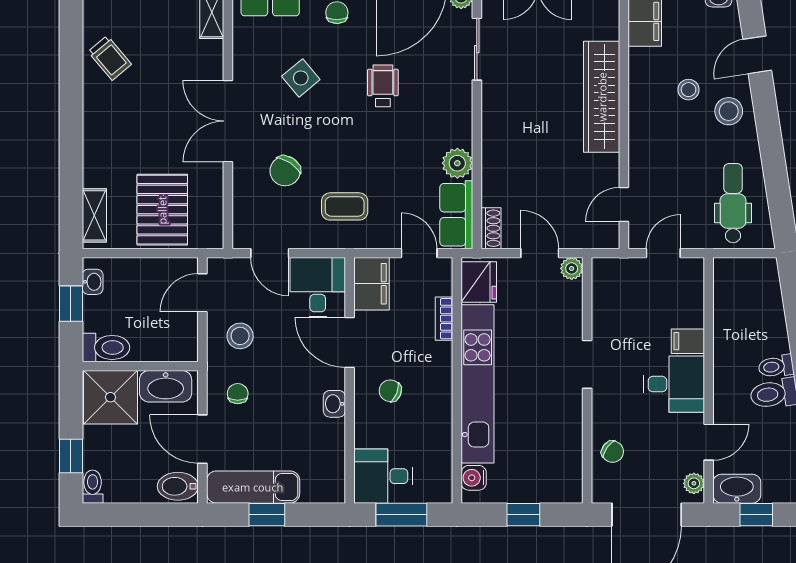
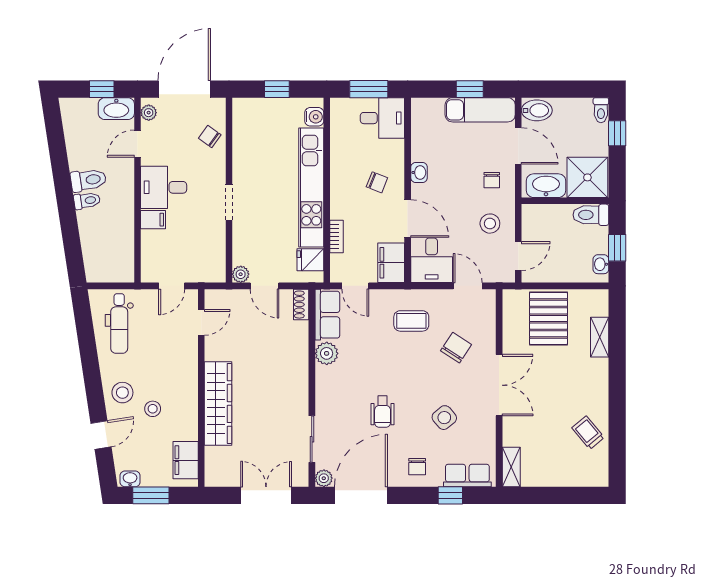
shelving: (94, 215) -> (600, 337), moved
fridge: (479, 282) -> (310, 260), width x0.72

